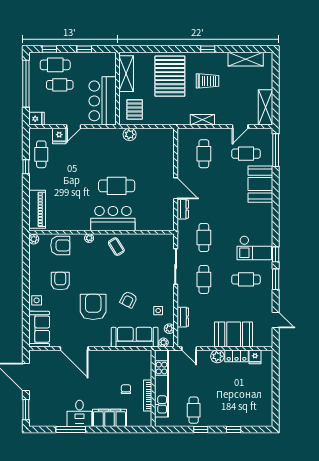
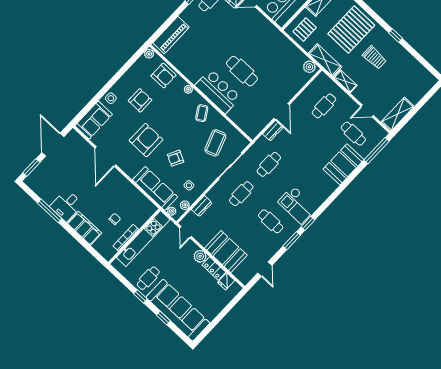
shelving: (246, 59) -> (325, 60), moved
plant: (130, 134) -> (309, 67), moved
coffee table: (148, 259) -> (215, 143), added
sofa: (239, 413) -> (178, 310), added

